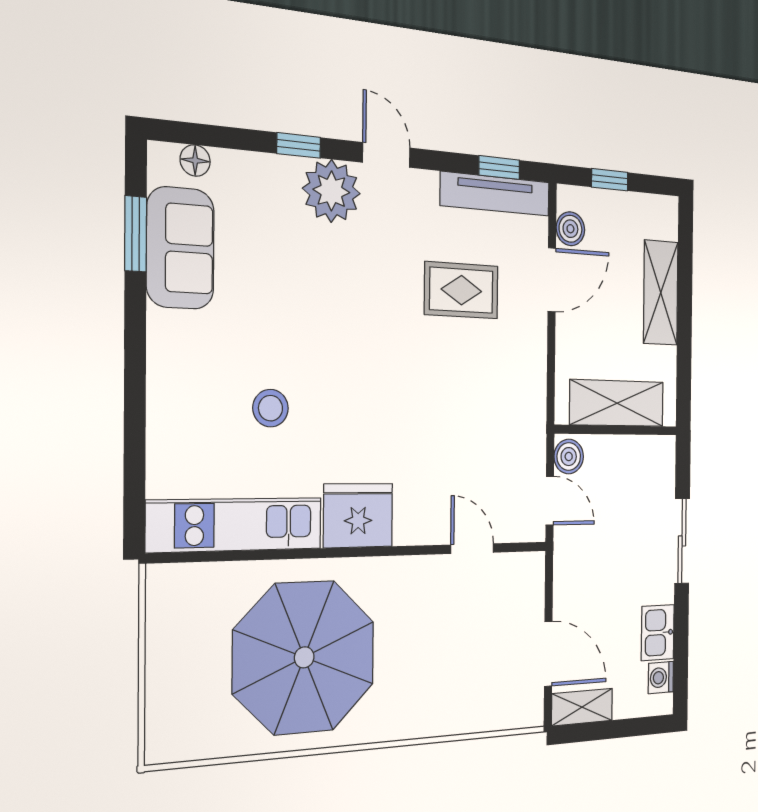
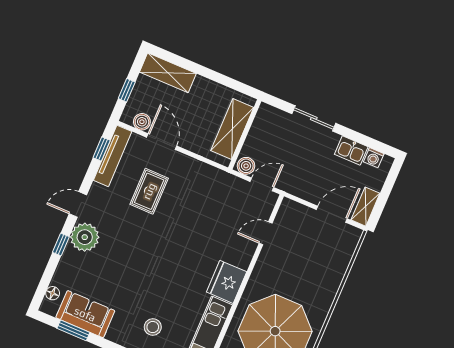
shelving: (661, 293) -> (168, 73), moved
stool: (271, 408) -> (153, 327), moved

